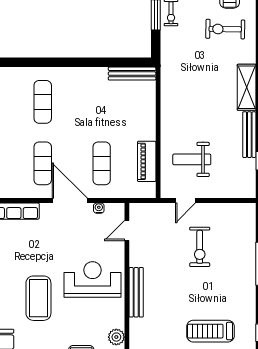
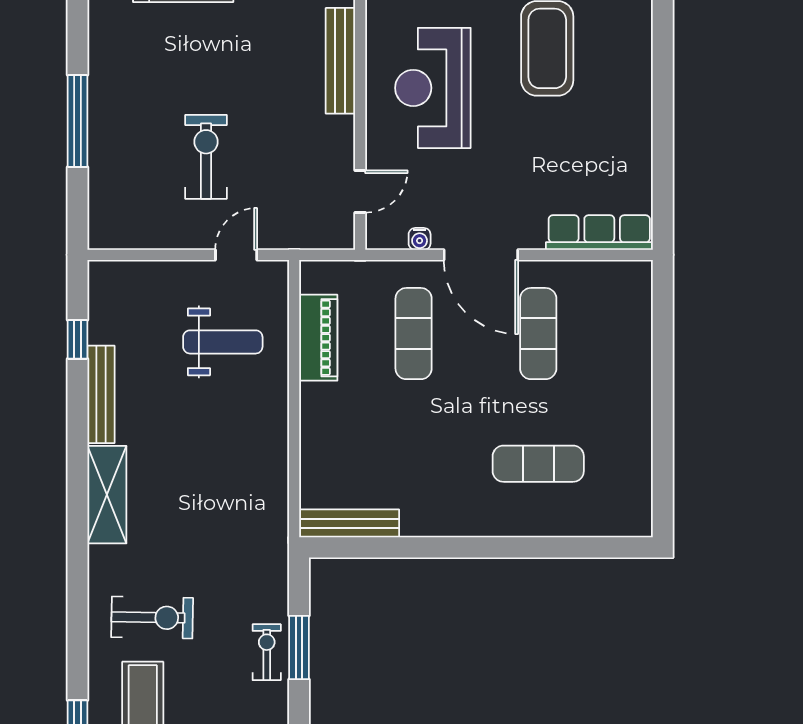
exercise mat: (43, 102) -> (538, 464), turned 90
reception desk: (92, 279) -> (433, 88), turned 90

